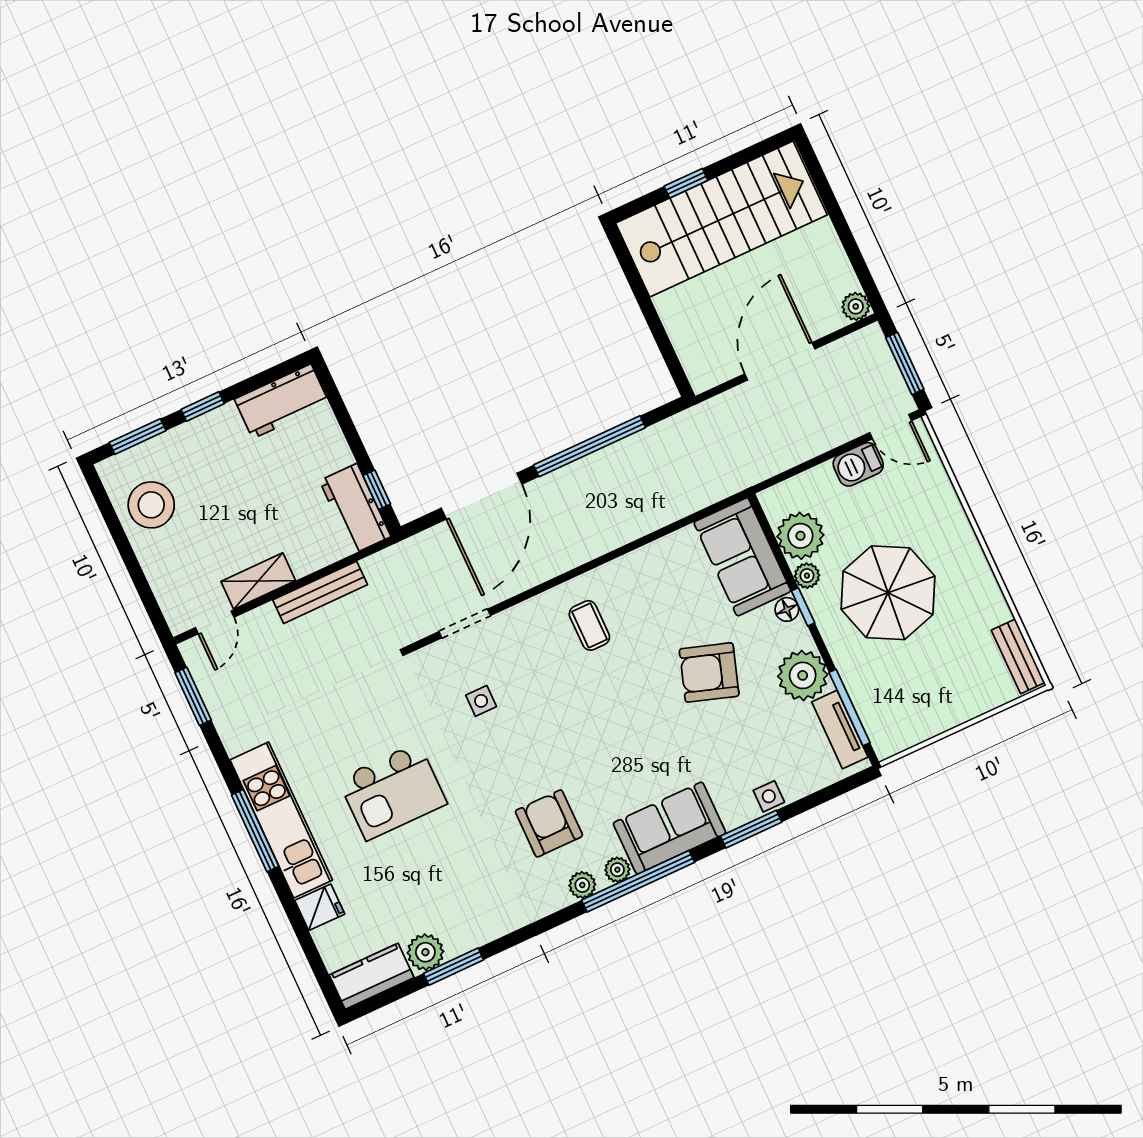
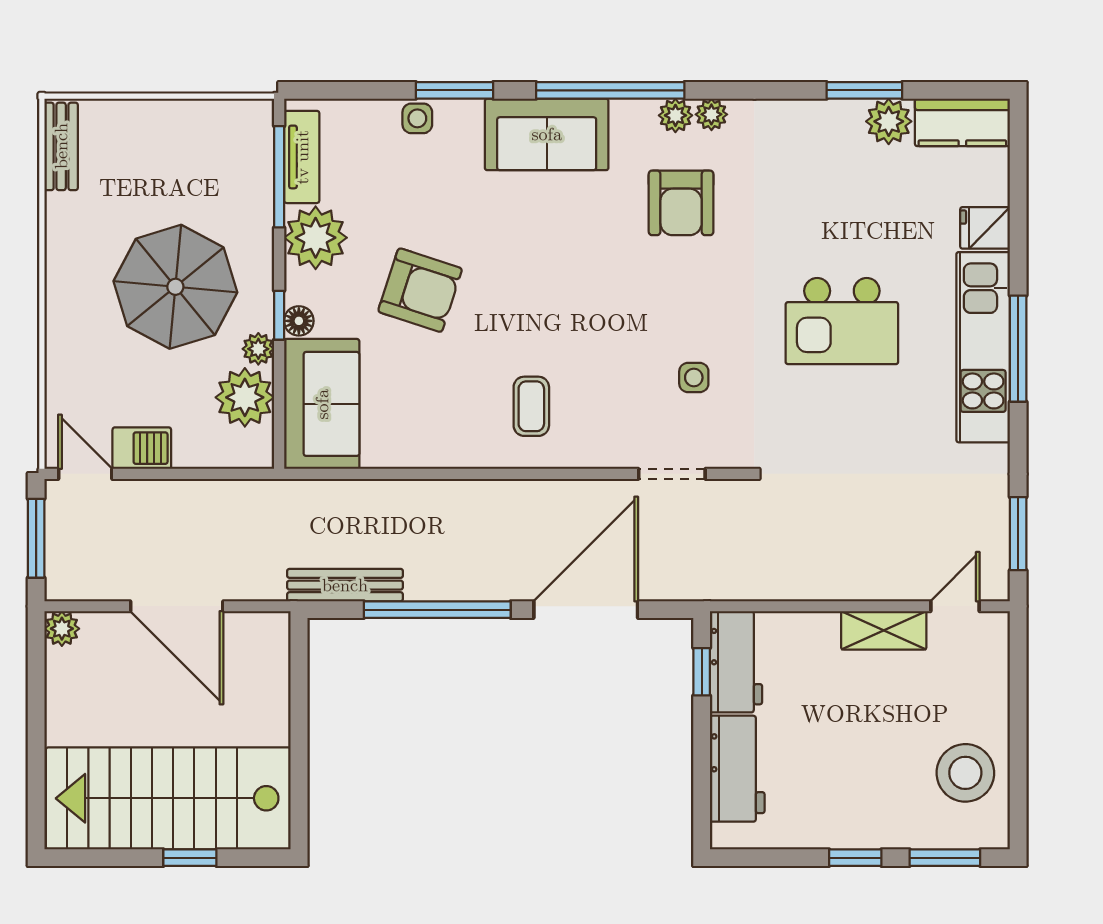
door: (780, 361) -> (177, 606), hinge flipped
workbench: (282, 401) -> (737, 769), moved, turned 90
bench: (320, 592) -> (345, 585), moved
kitchen island: (392, 792) -> (842, 321), turned 180
plant: (617, 870) -> (711, 114), moved

